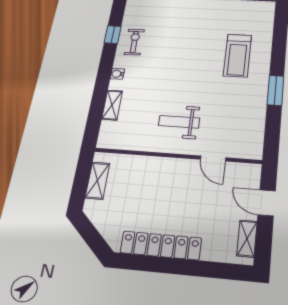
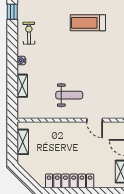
window: (113, 35) -> (12, 12), moved
treadmill: (237, 55) -> (88, 23), moved, turned 90
weight bench: (179, 122) -> (69, 95), turned 180

